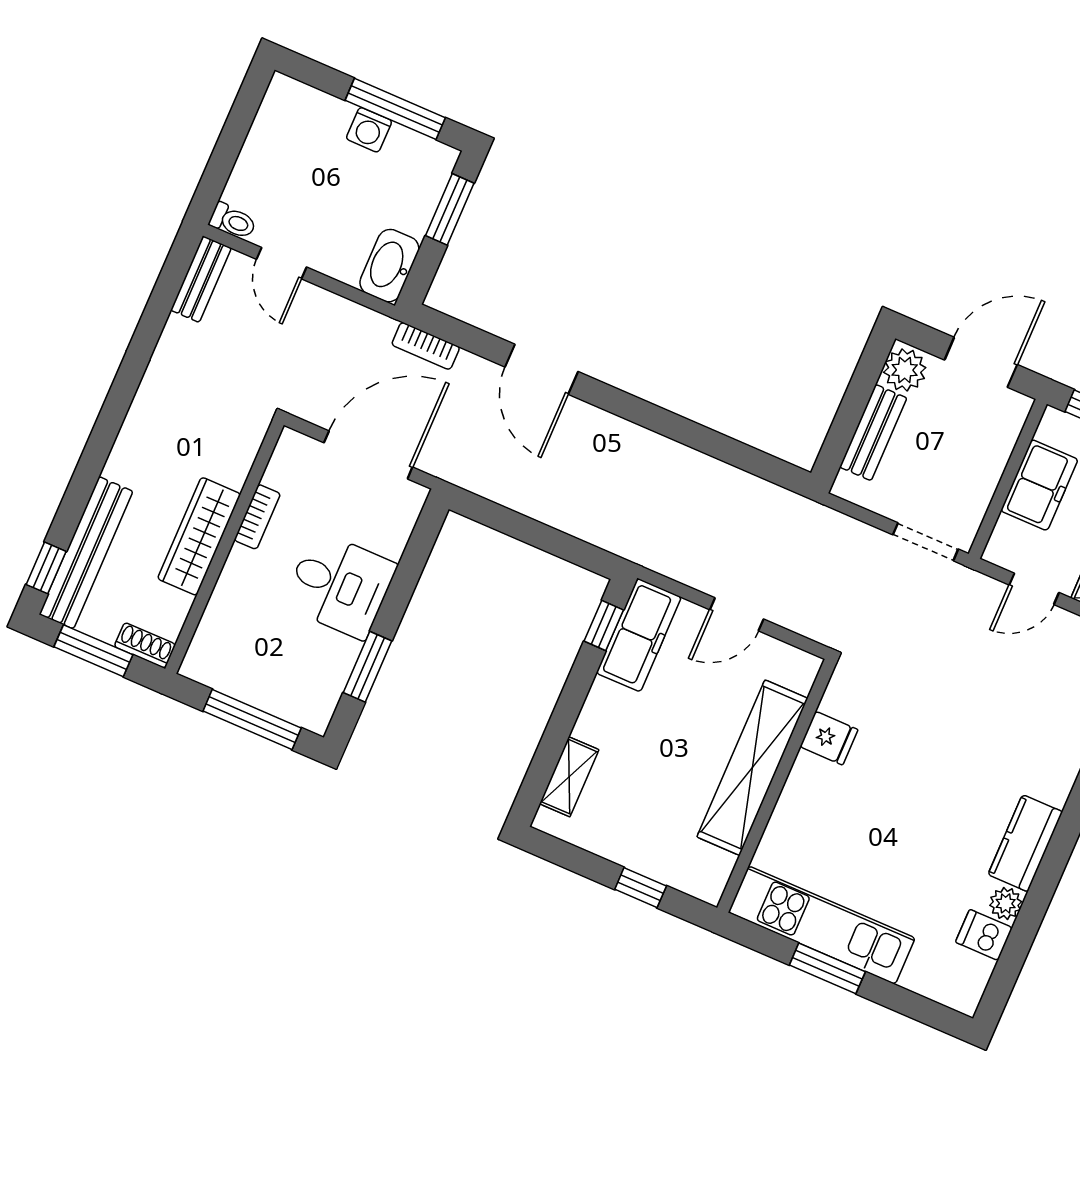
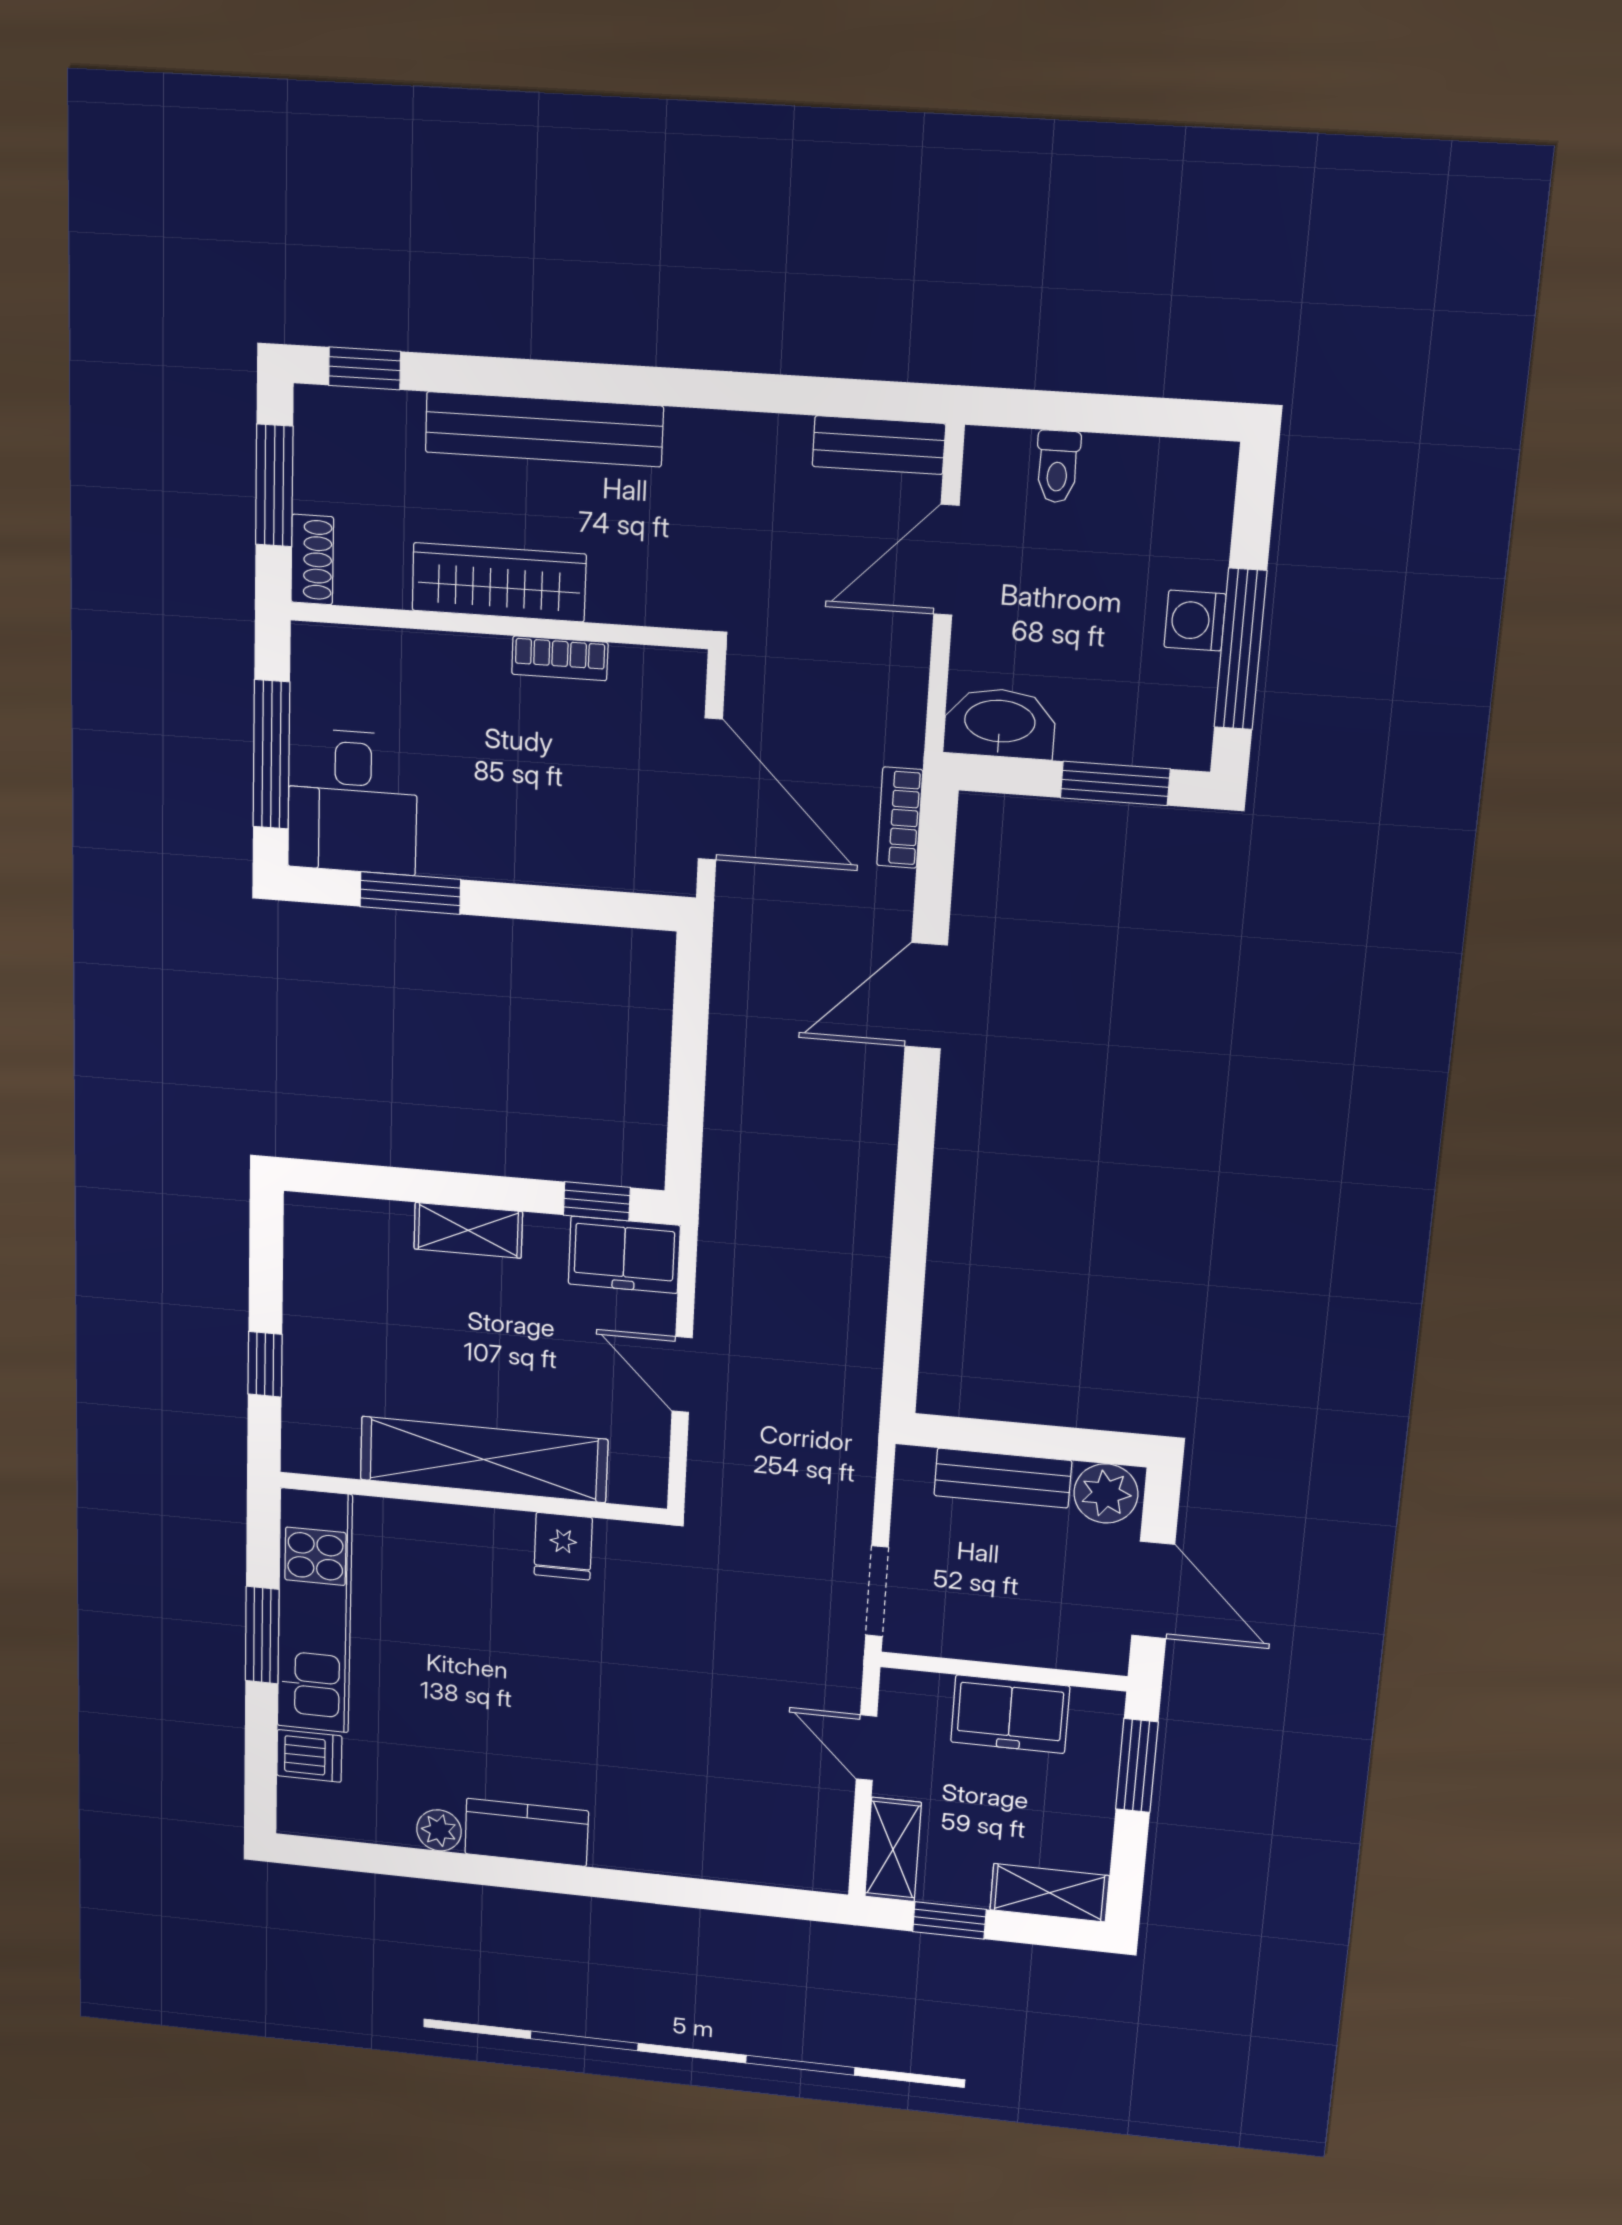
toilet: (233, 221) -> (1058, 467), moved
door: (282, 263) -> (946, 560), width x1.38
bench: (86, 553) -> (544, 429), moved
desk: (340, 585) -> (353, 802), moved
freezer: (639, 635) -> (624, 1255), width x0.71
shelving: (569, 777) -> (468, 1230), moved
dishwasher: (984, 935) -> (309, 1756), moved, turned 90

